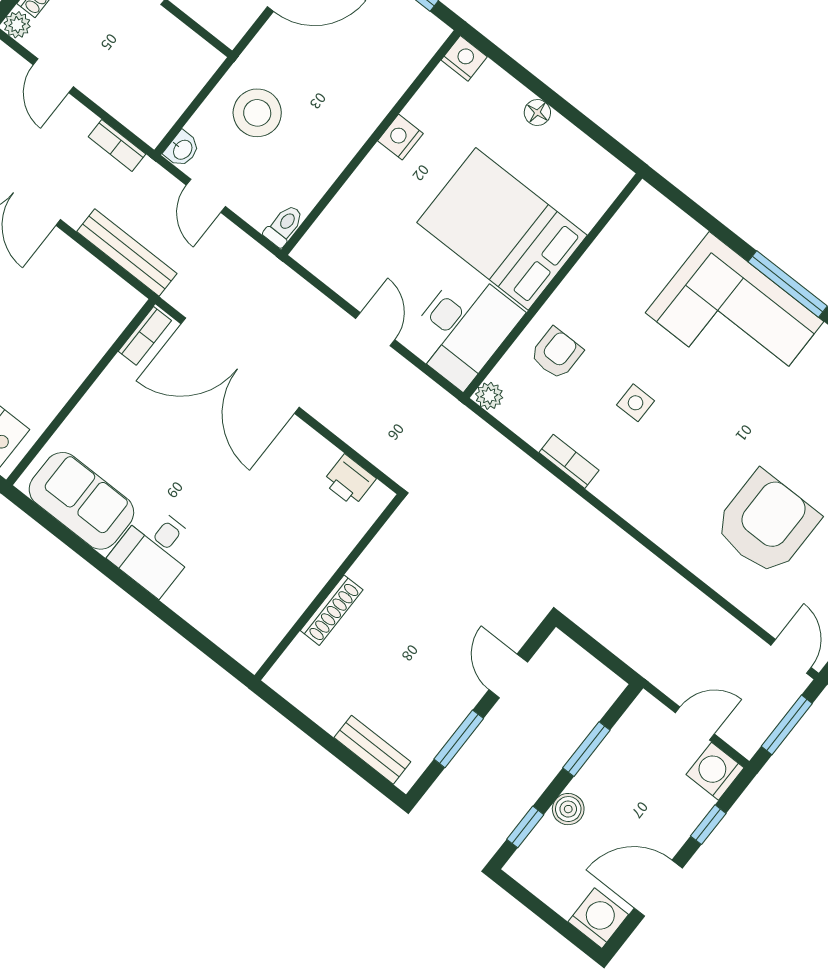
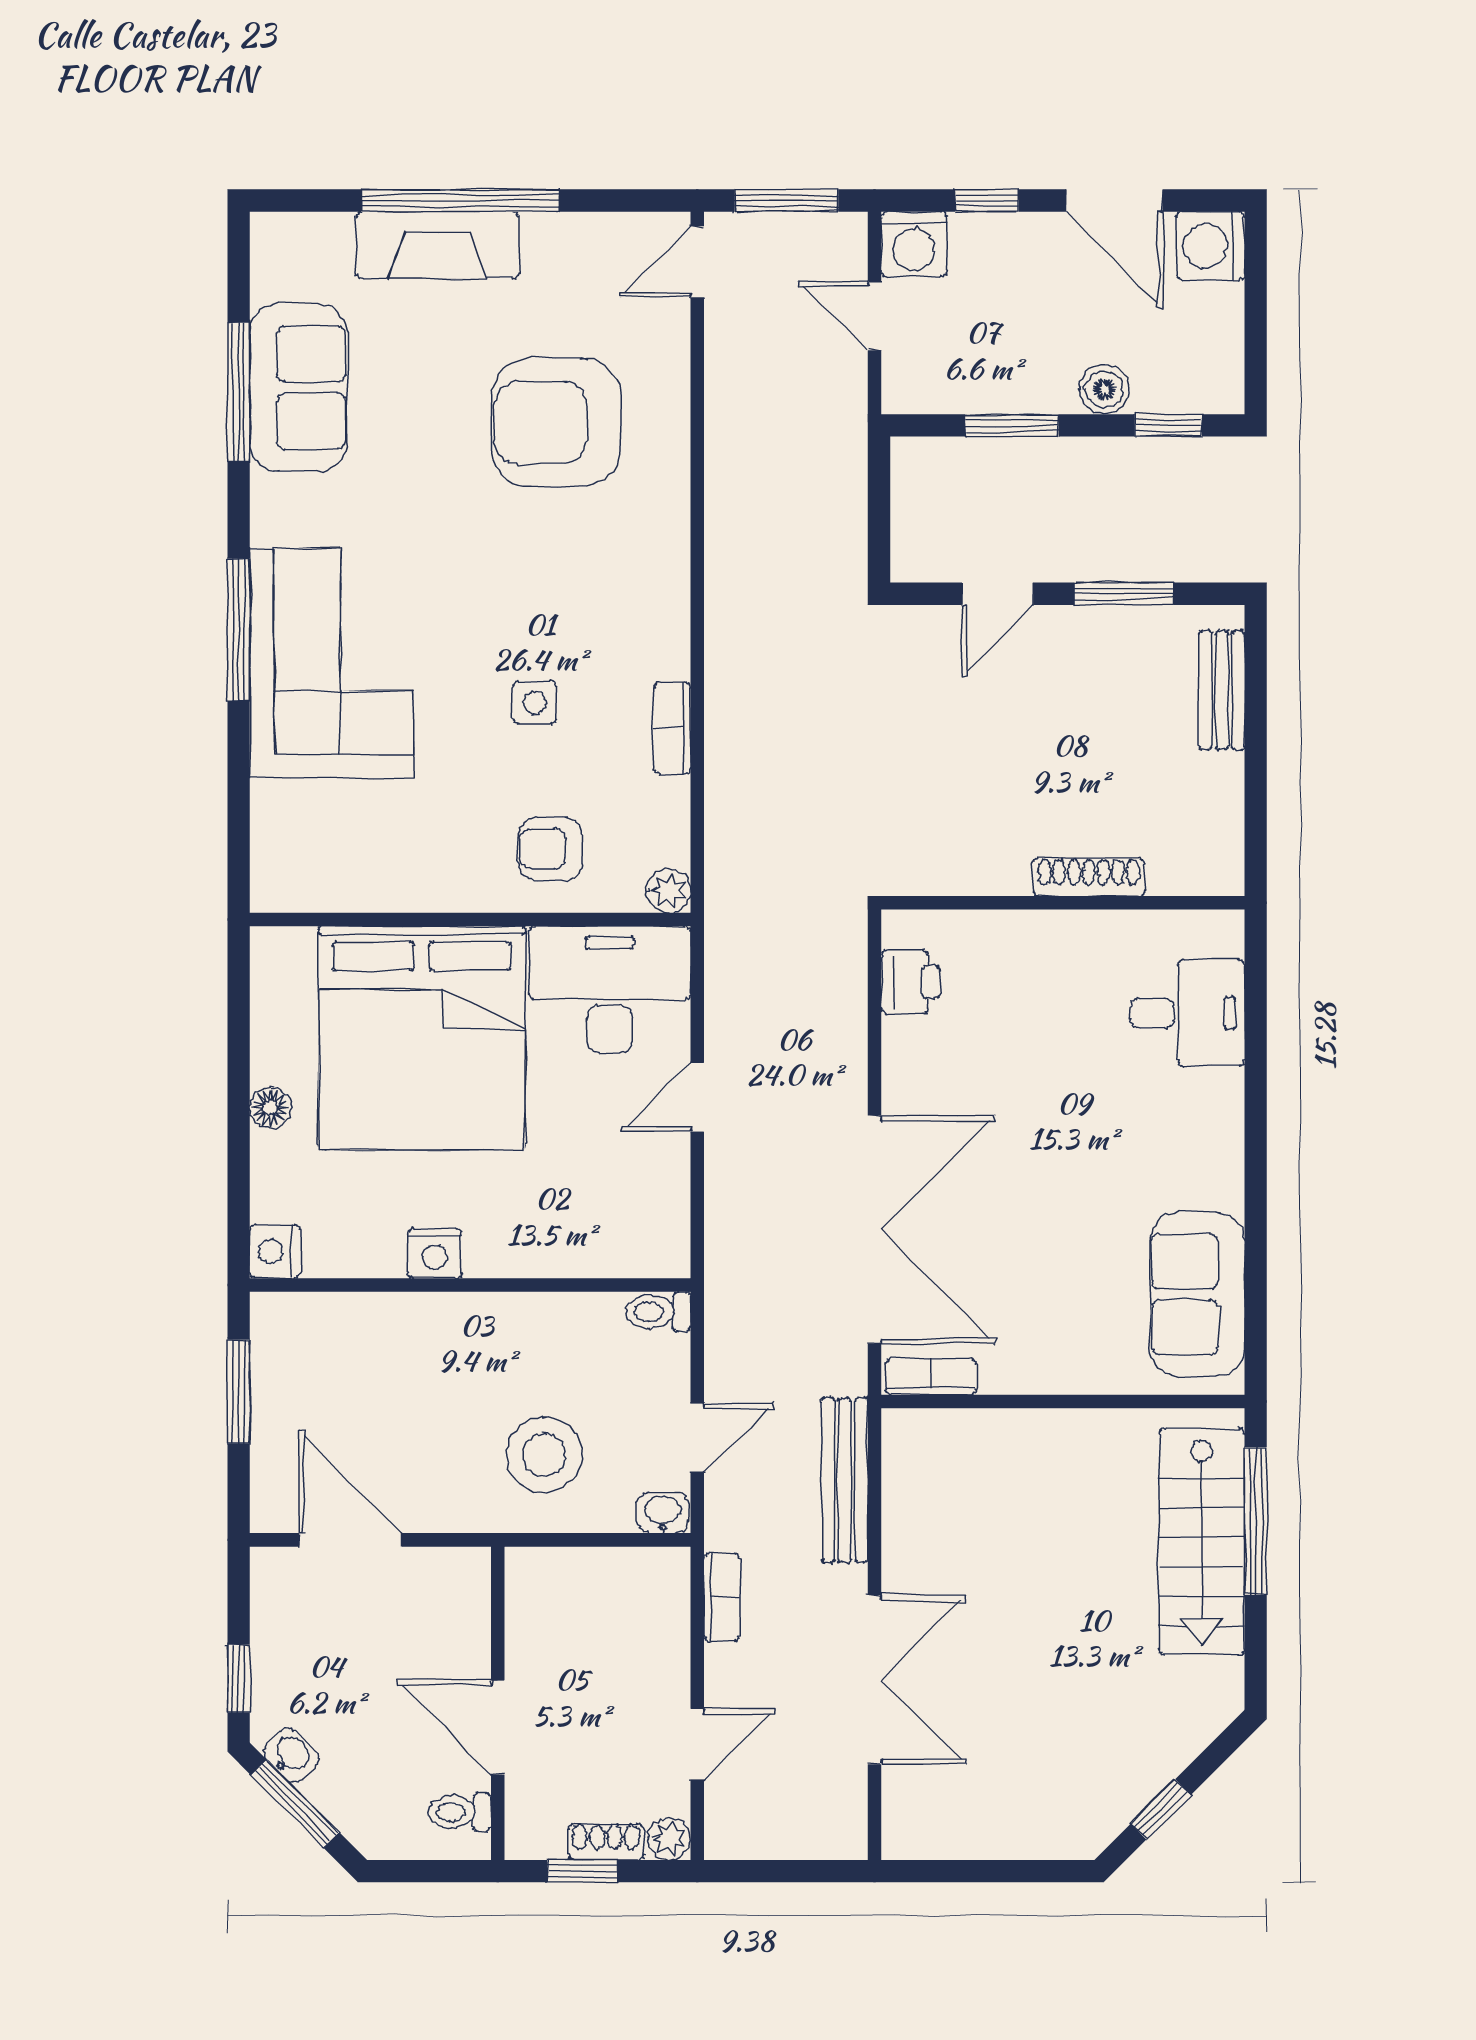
bed: (502, 229) -> (422, 1038), width x1.36
desk: (155, 551) -> (1187, 1013), moved

